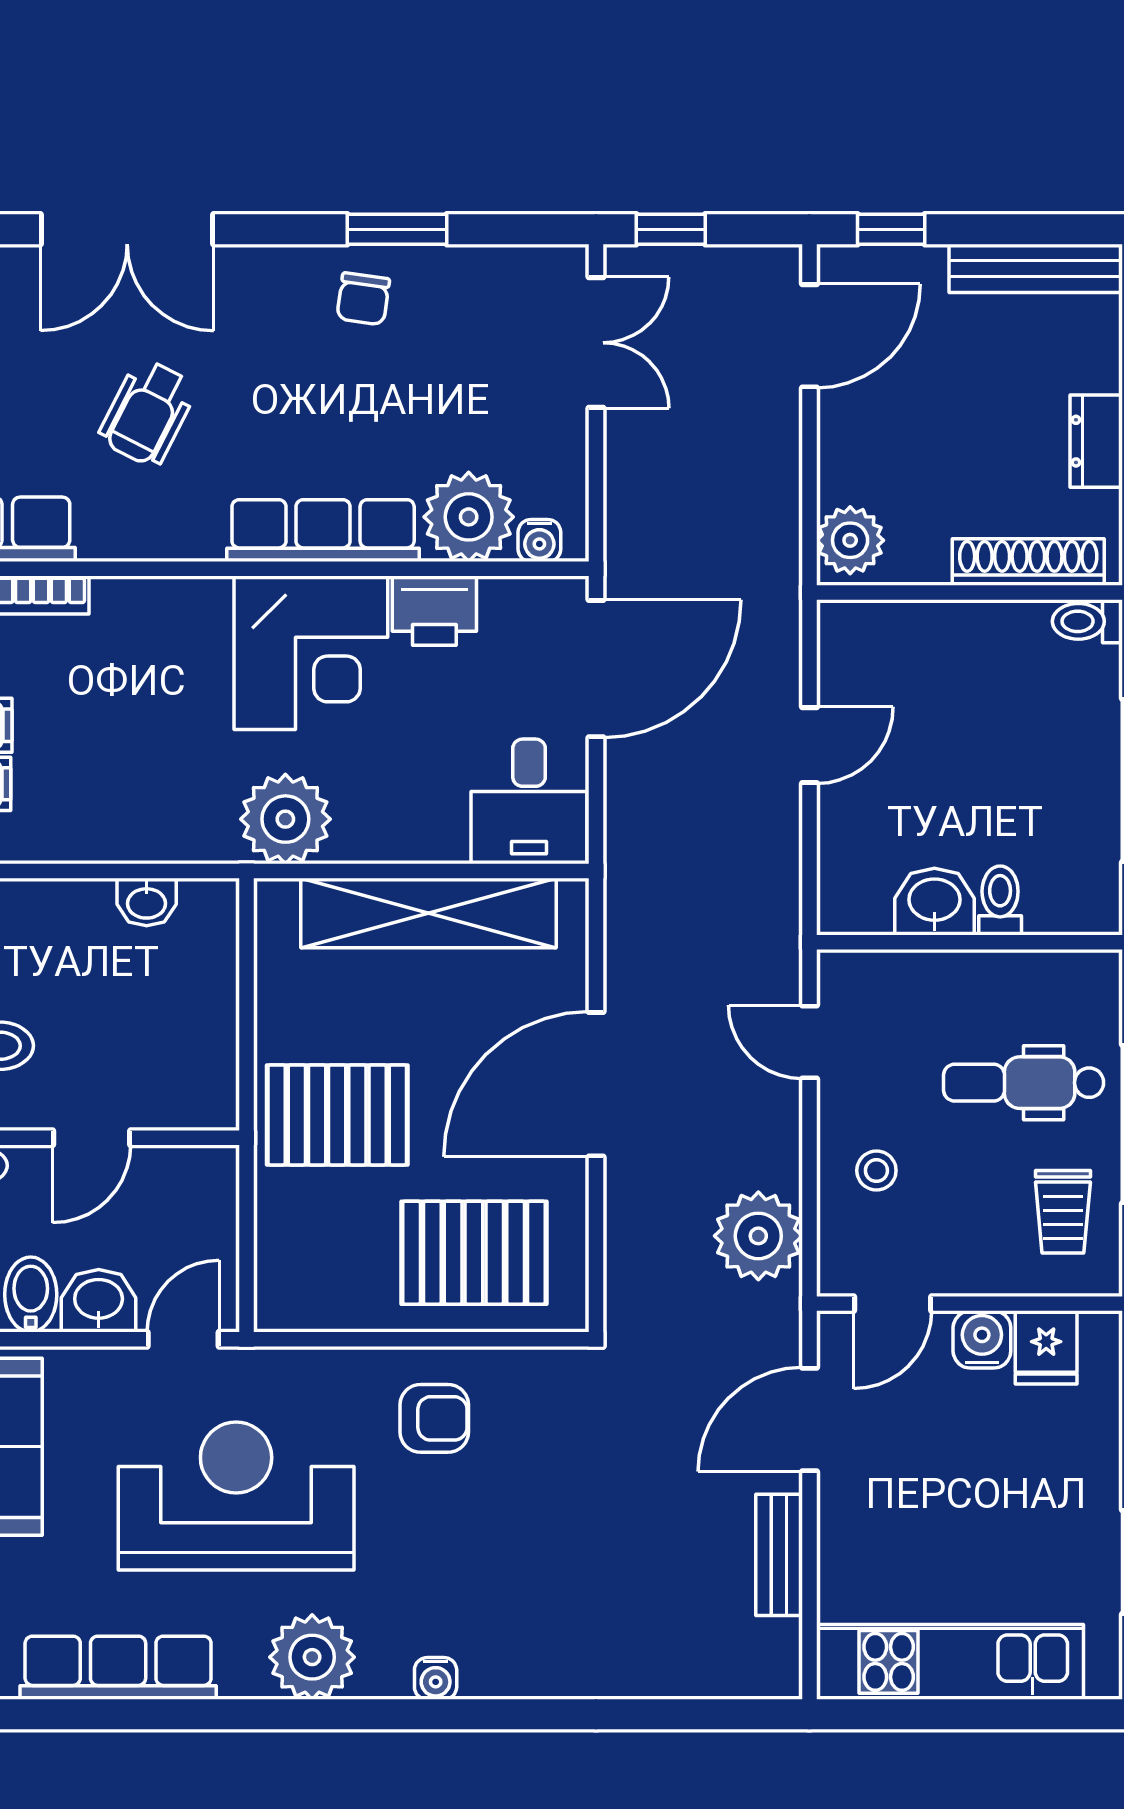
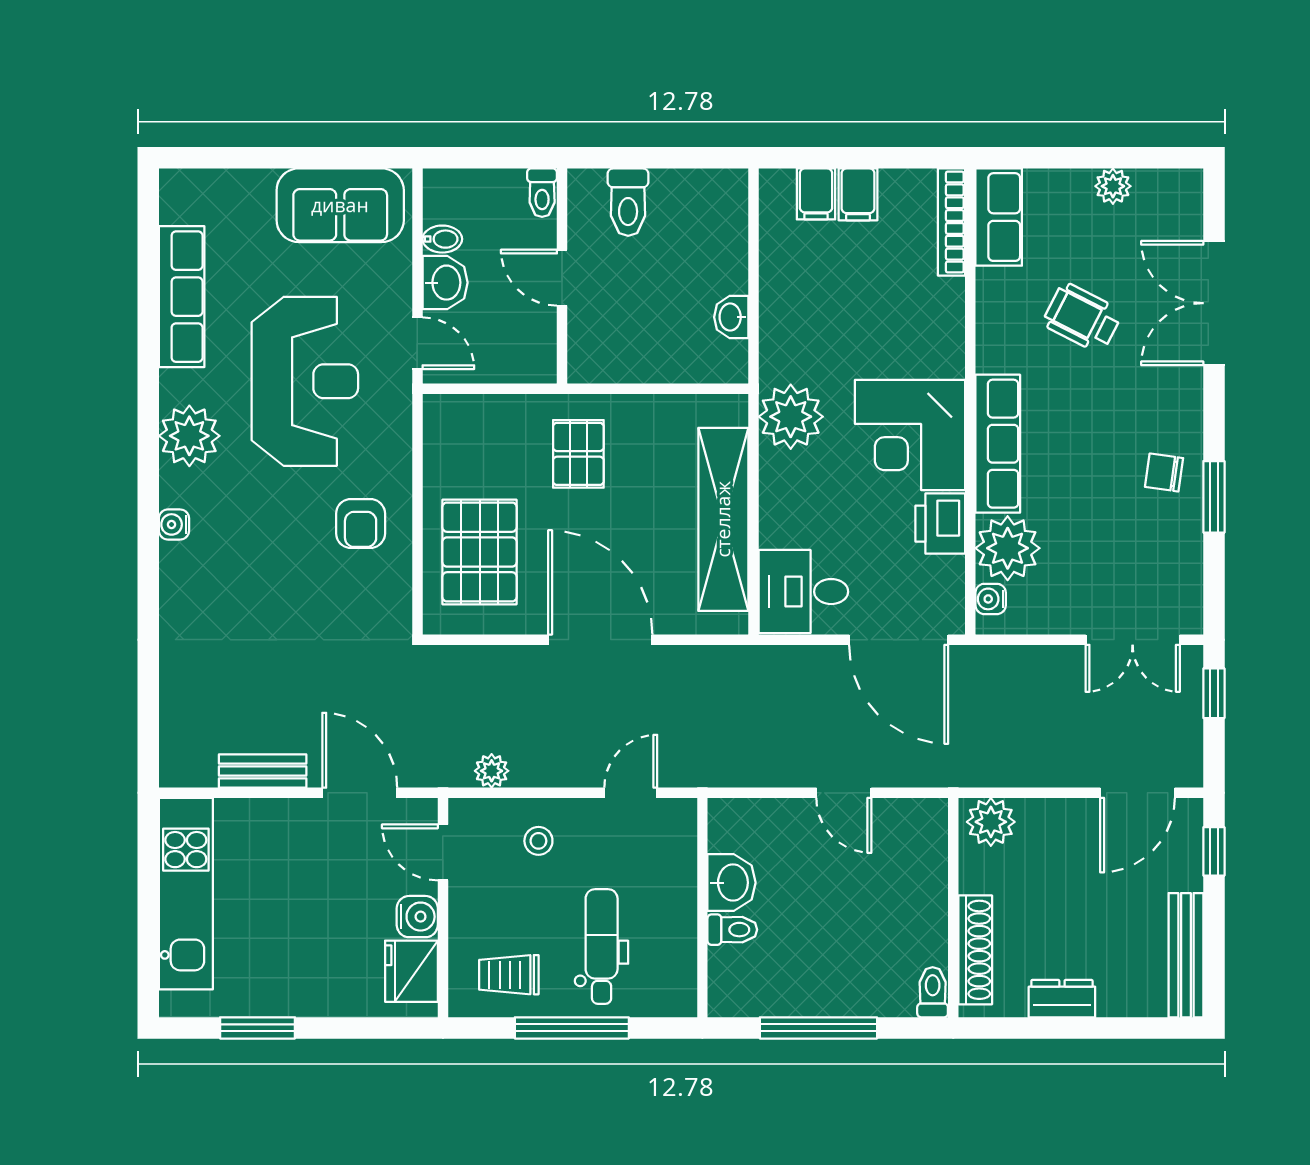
door: (809, 336) -> (1138, 793), hinge flipped
pallet: (337, 1115) -> (578, 454), width x0.67, depth x0.71
plant: (758, 1236) -> (492, 771), width x0.53, depth x0.53
bidet: (31, 1295) -> (442, 239), width x0.72, depth x0.74
fridge: (1046, 1347) -> (411, 971), width x1.38

